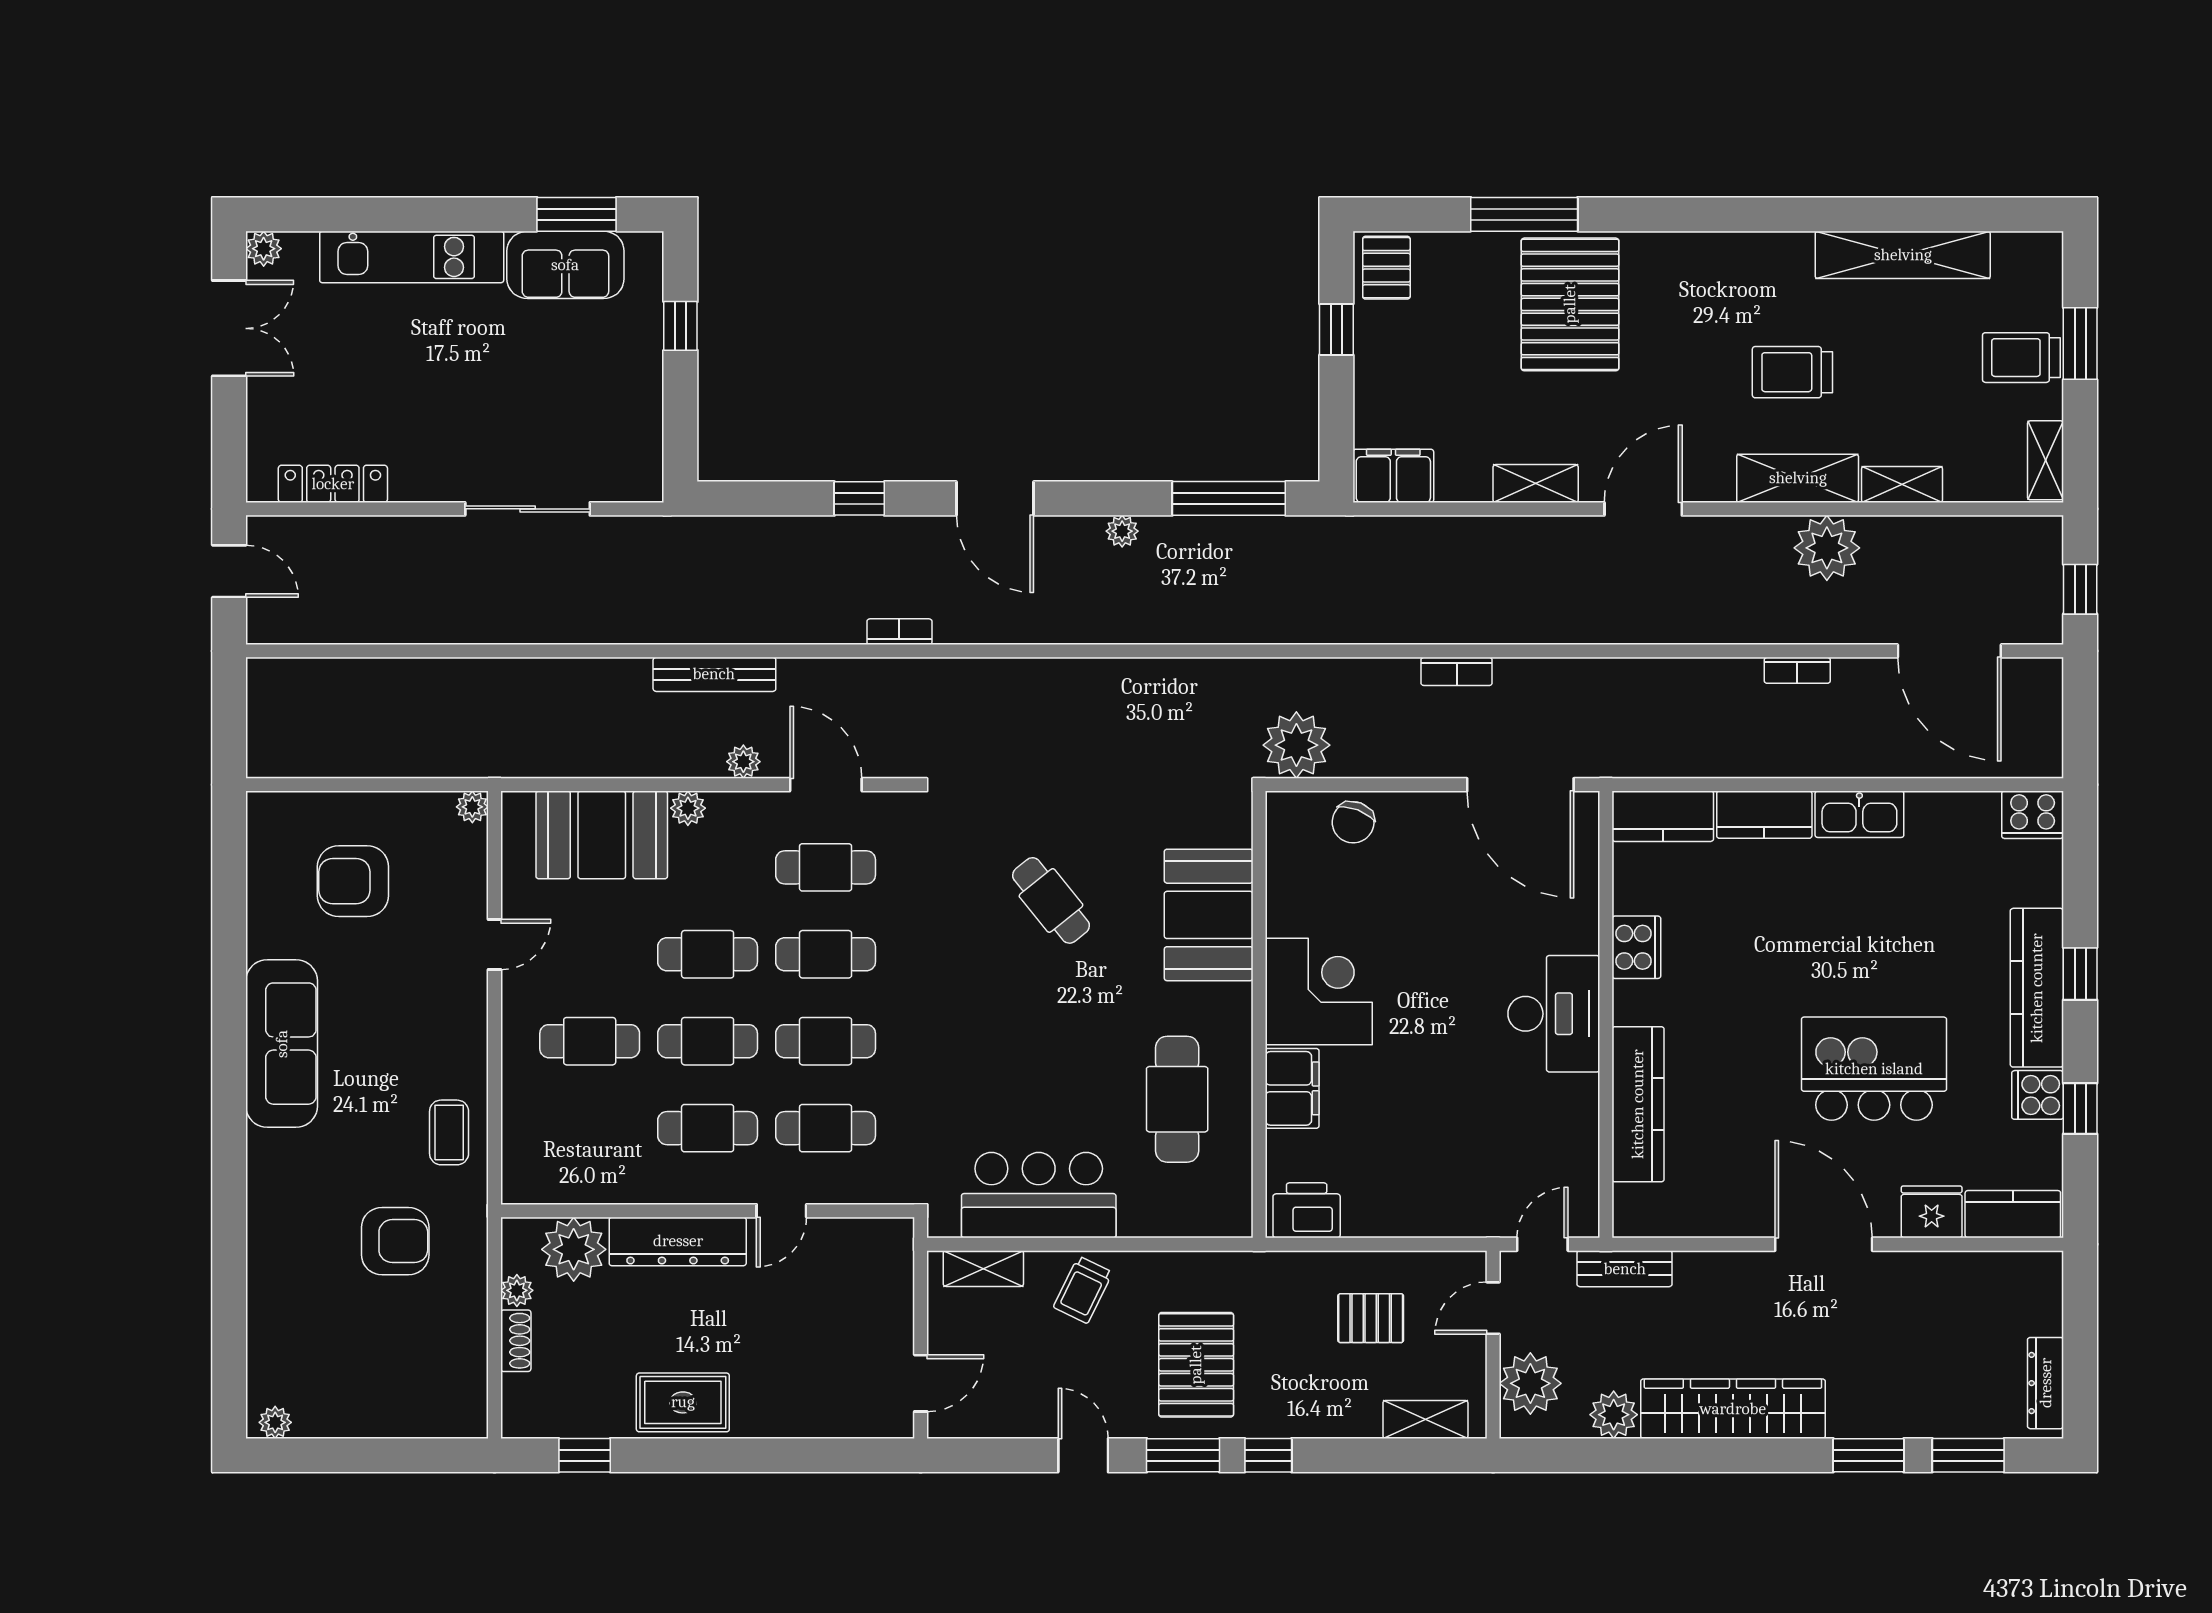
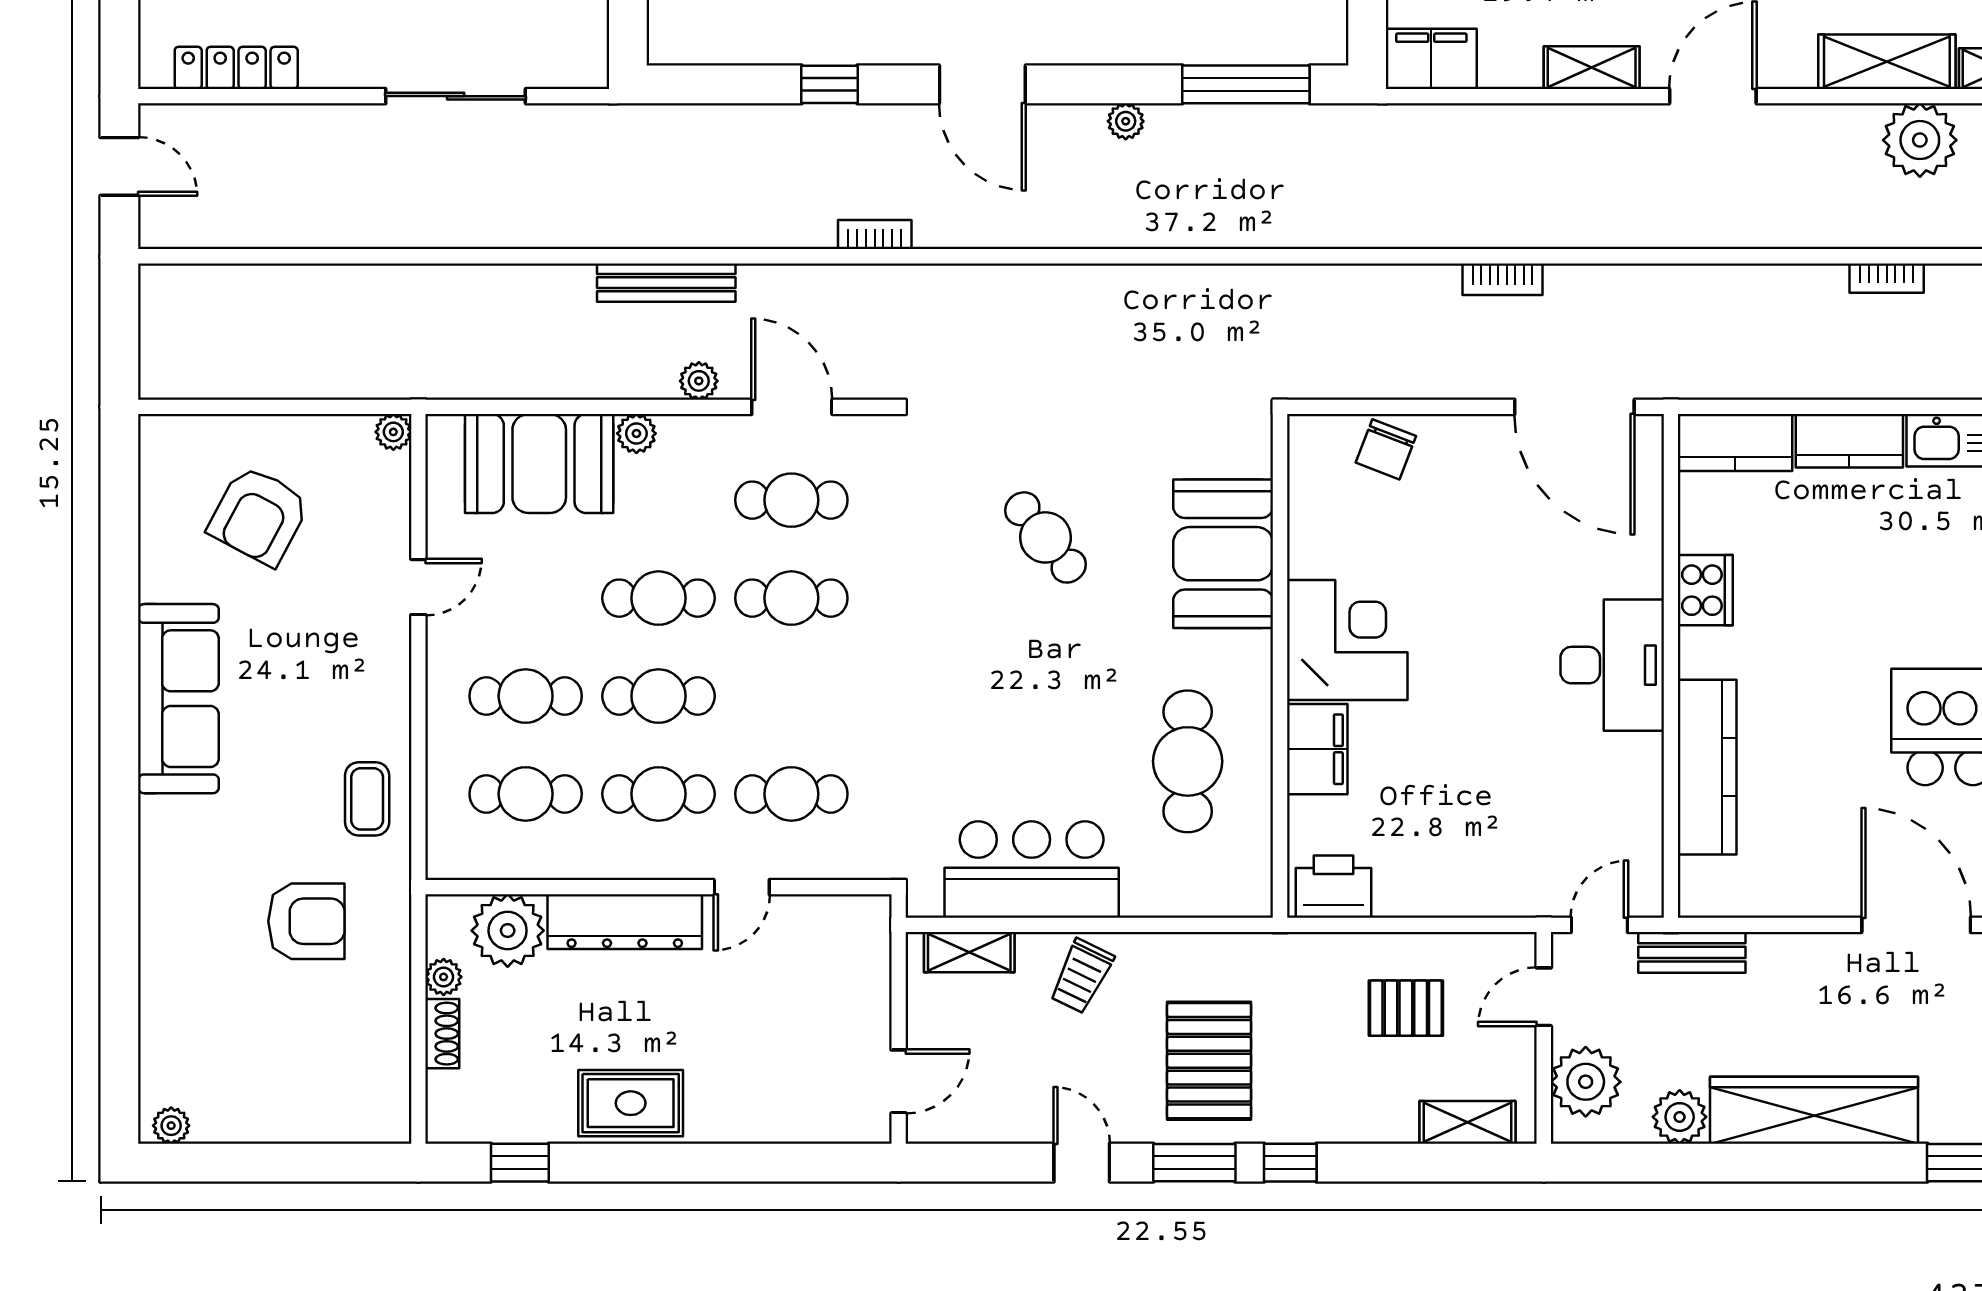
plant: (1296, 745) -> (1322, 362), removed
armchair: (353, 881) -> (259, 516), turned -62
cafe table: (826, 1041) -> (526, 794), moved

